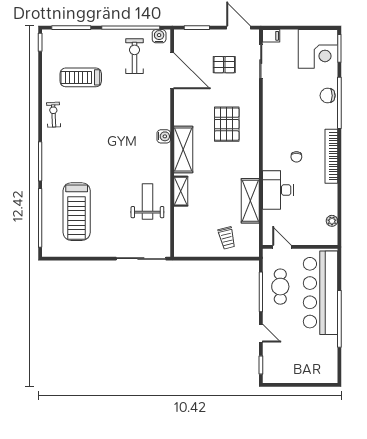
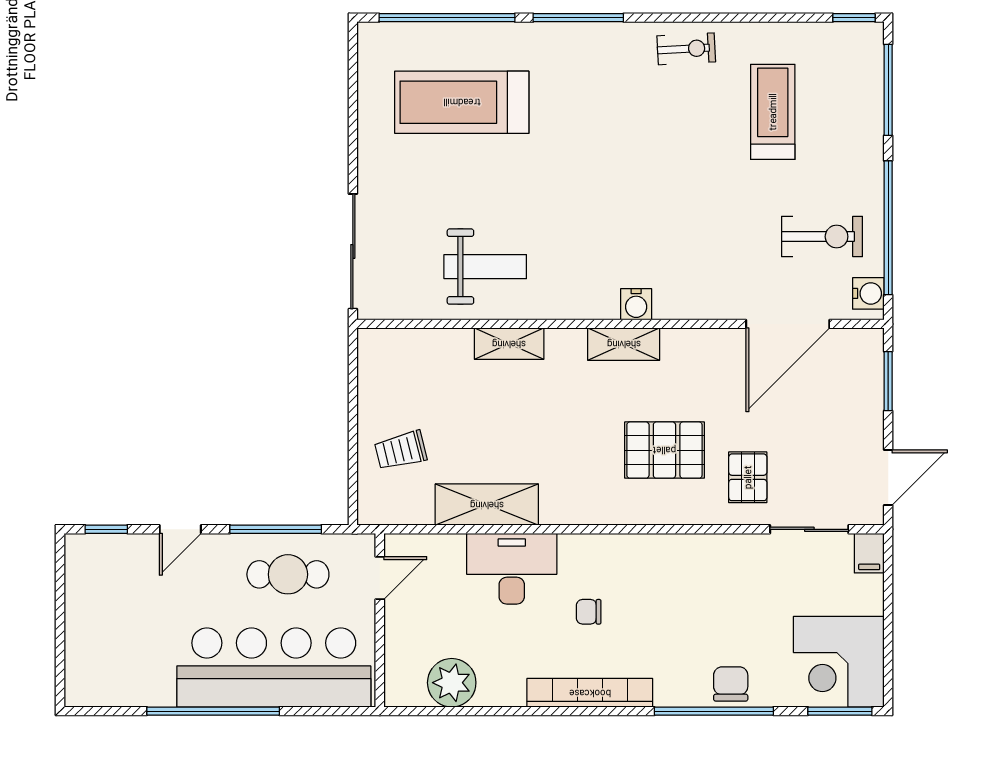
pallet: (224, 65) -> (748, 477), moved
shelving: (183, 149) -> (624, 344), width x0.67, depth x0.75
plant: (332, 221) -> (452, 683), width x1.87, depth x1.87

